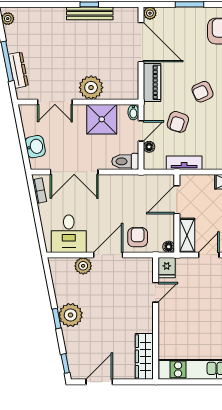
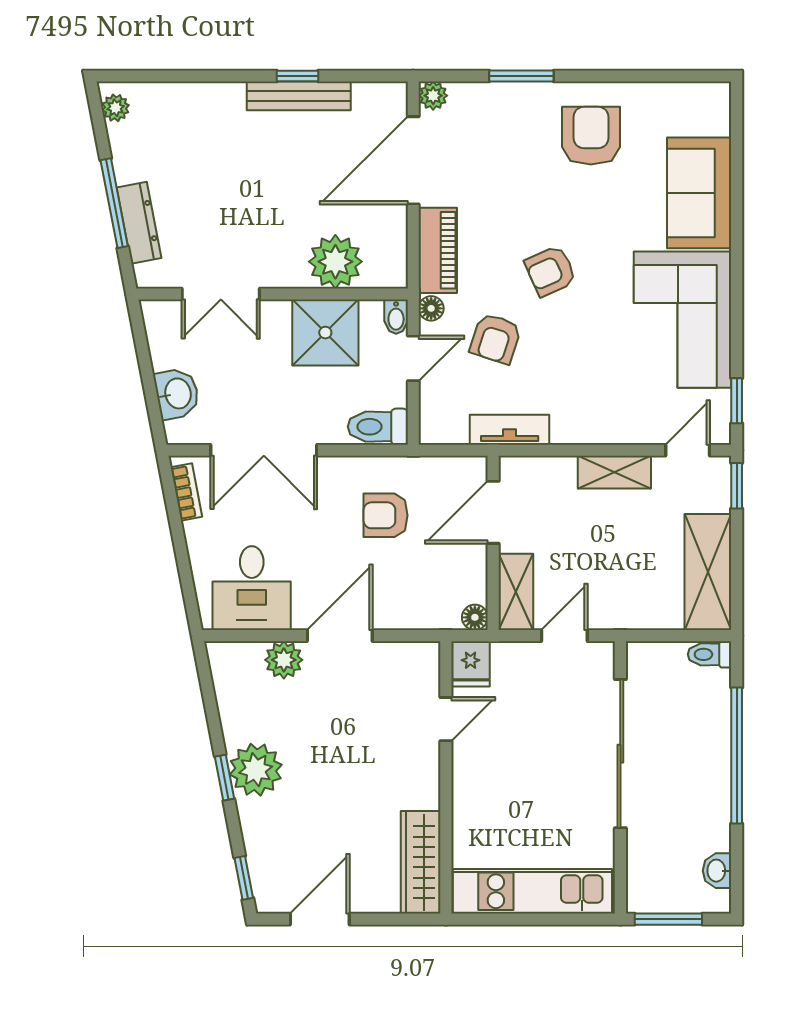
door: (141, 42) -> (413, 160), swing flipped
plant: (91, 88) -> (335, 262), moved
floor lamp: (149, 147) -> (431, 308), moved
armchair: (138, 237) -> (386, 515), moved, turned -90

